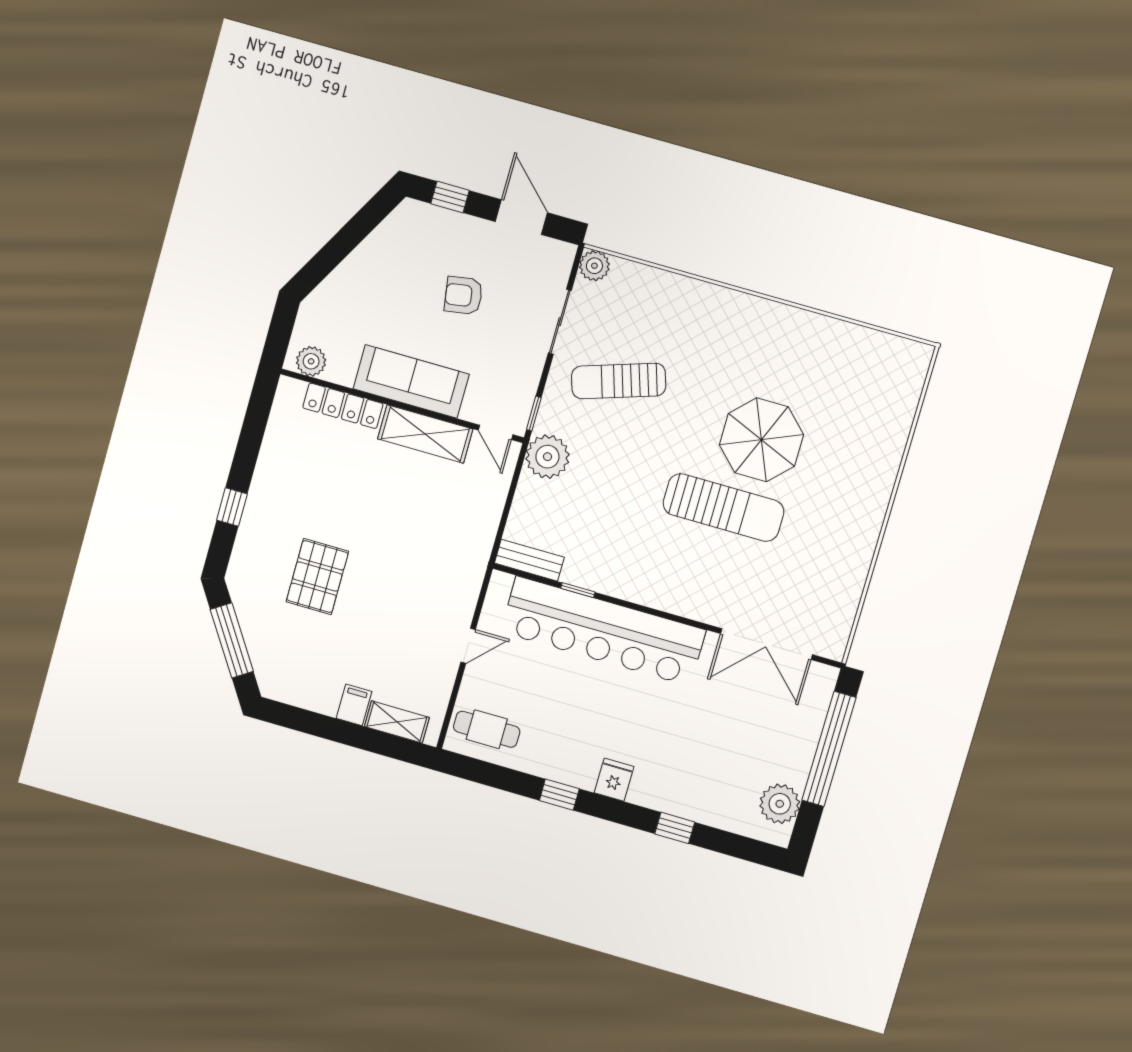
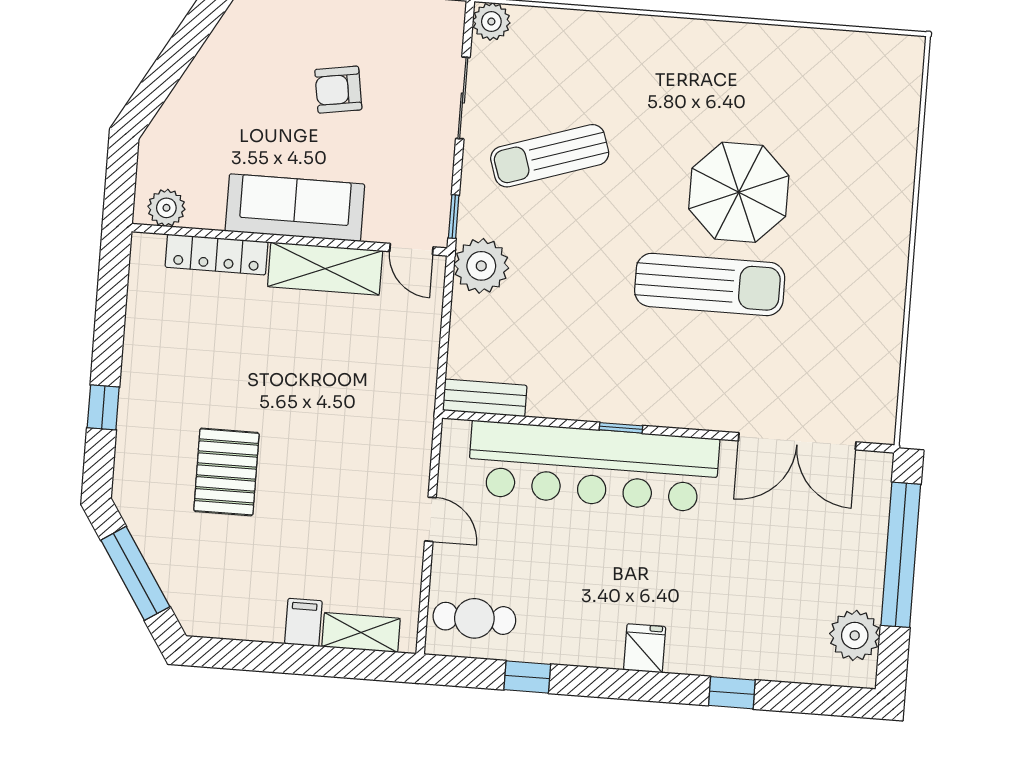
window: (578, 590) -> (621, 428), moved
door: (468, 646) -> (430, 519), hinge flipped
window: (559, 795) -> (527, 677), moved

